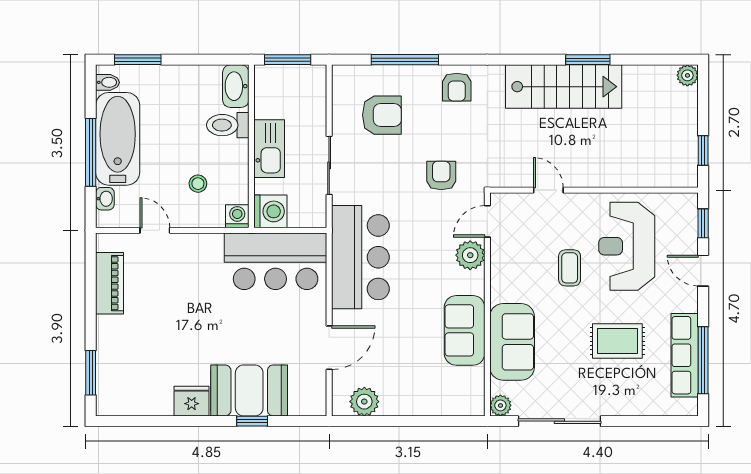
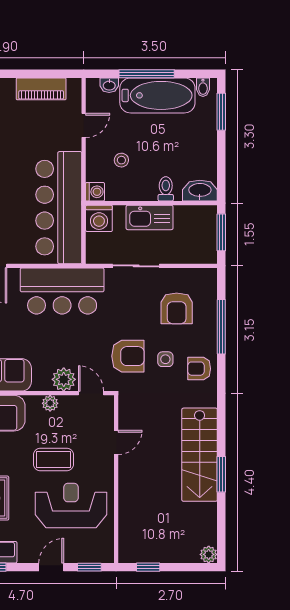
toilet: (228, 125) -> (166, 189), width x0.73, depth x0.72
side table: (445, 129) -> (165, 359), added
armchair: (441, 175) -> (128, 356), width x1.38, depth x1.38
bar counter: (276, 261) -> (59, 208), width x1.36
coffee table: (570, 268) -> (53, 460), width x1.36, depth x1.30
plant: (500, 272) -> (50, 403), added

